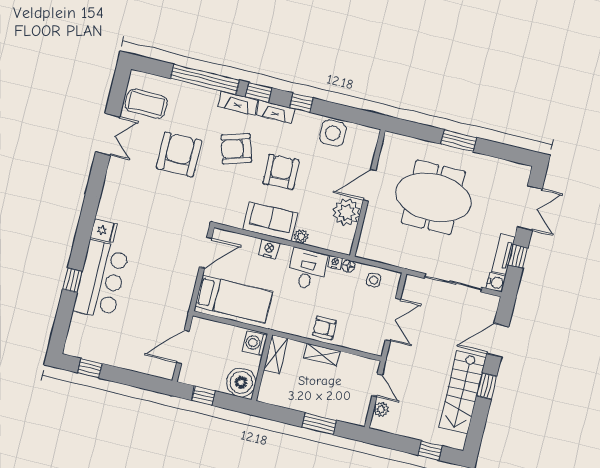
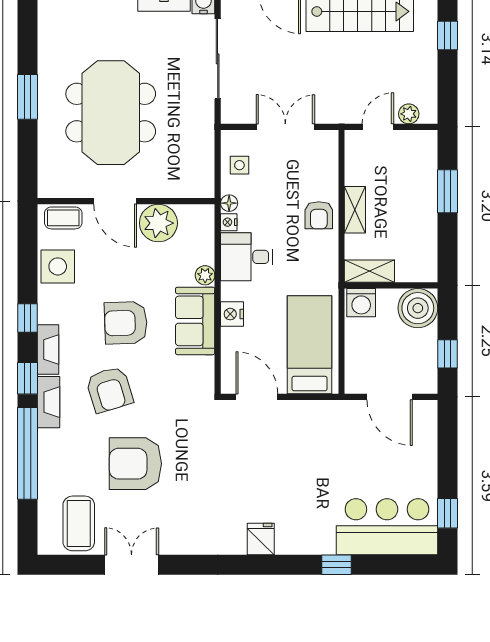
coffee table: (367, 145) -> (63, 218), added
bar counter: (101, 280) -> (387, 527), moved

